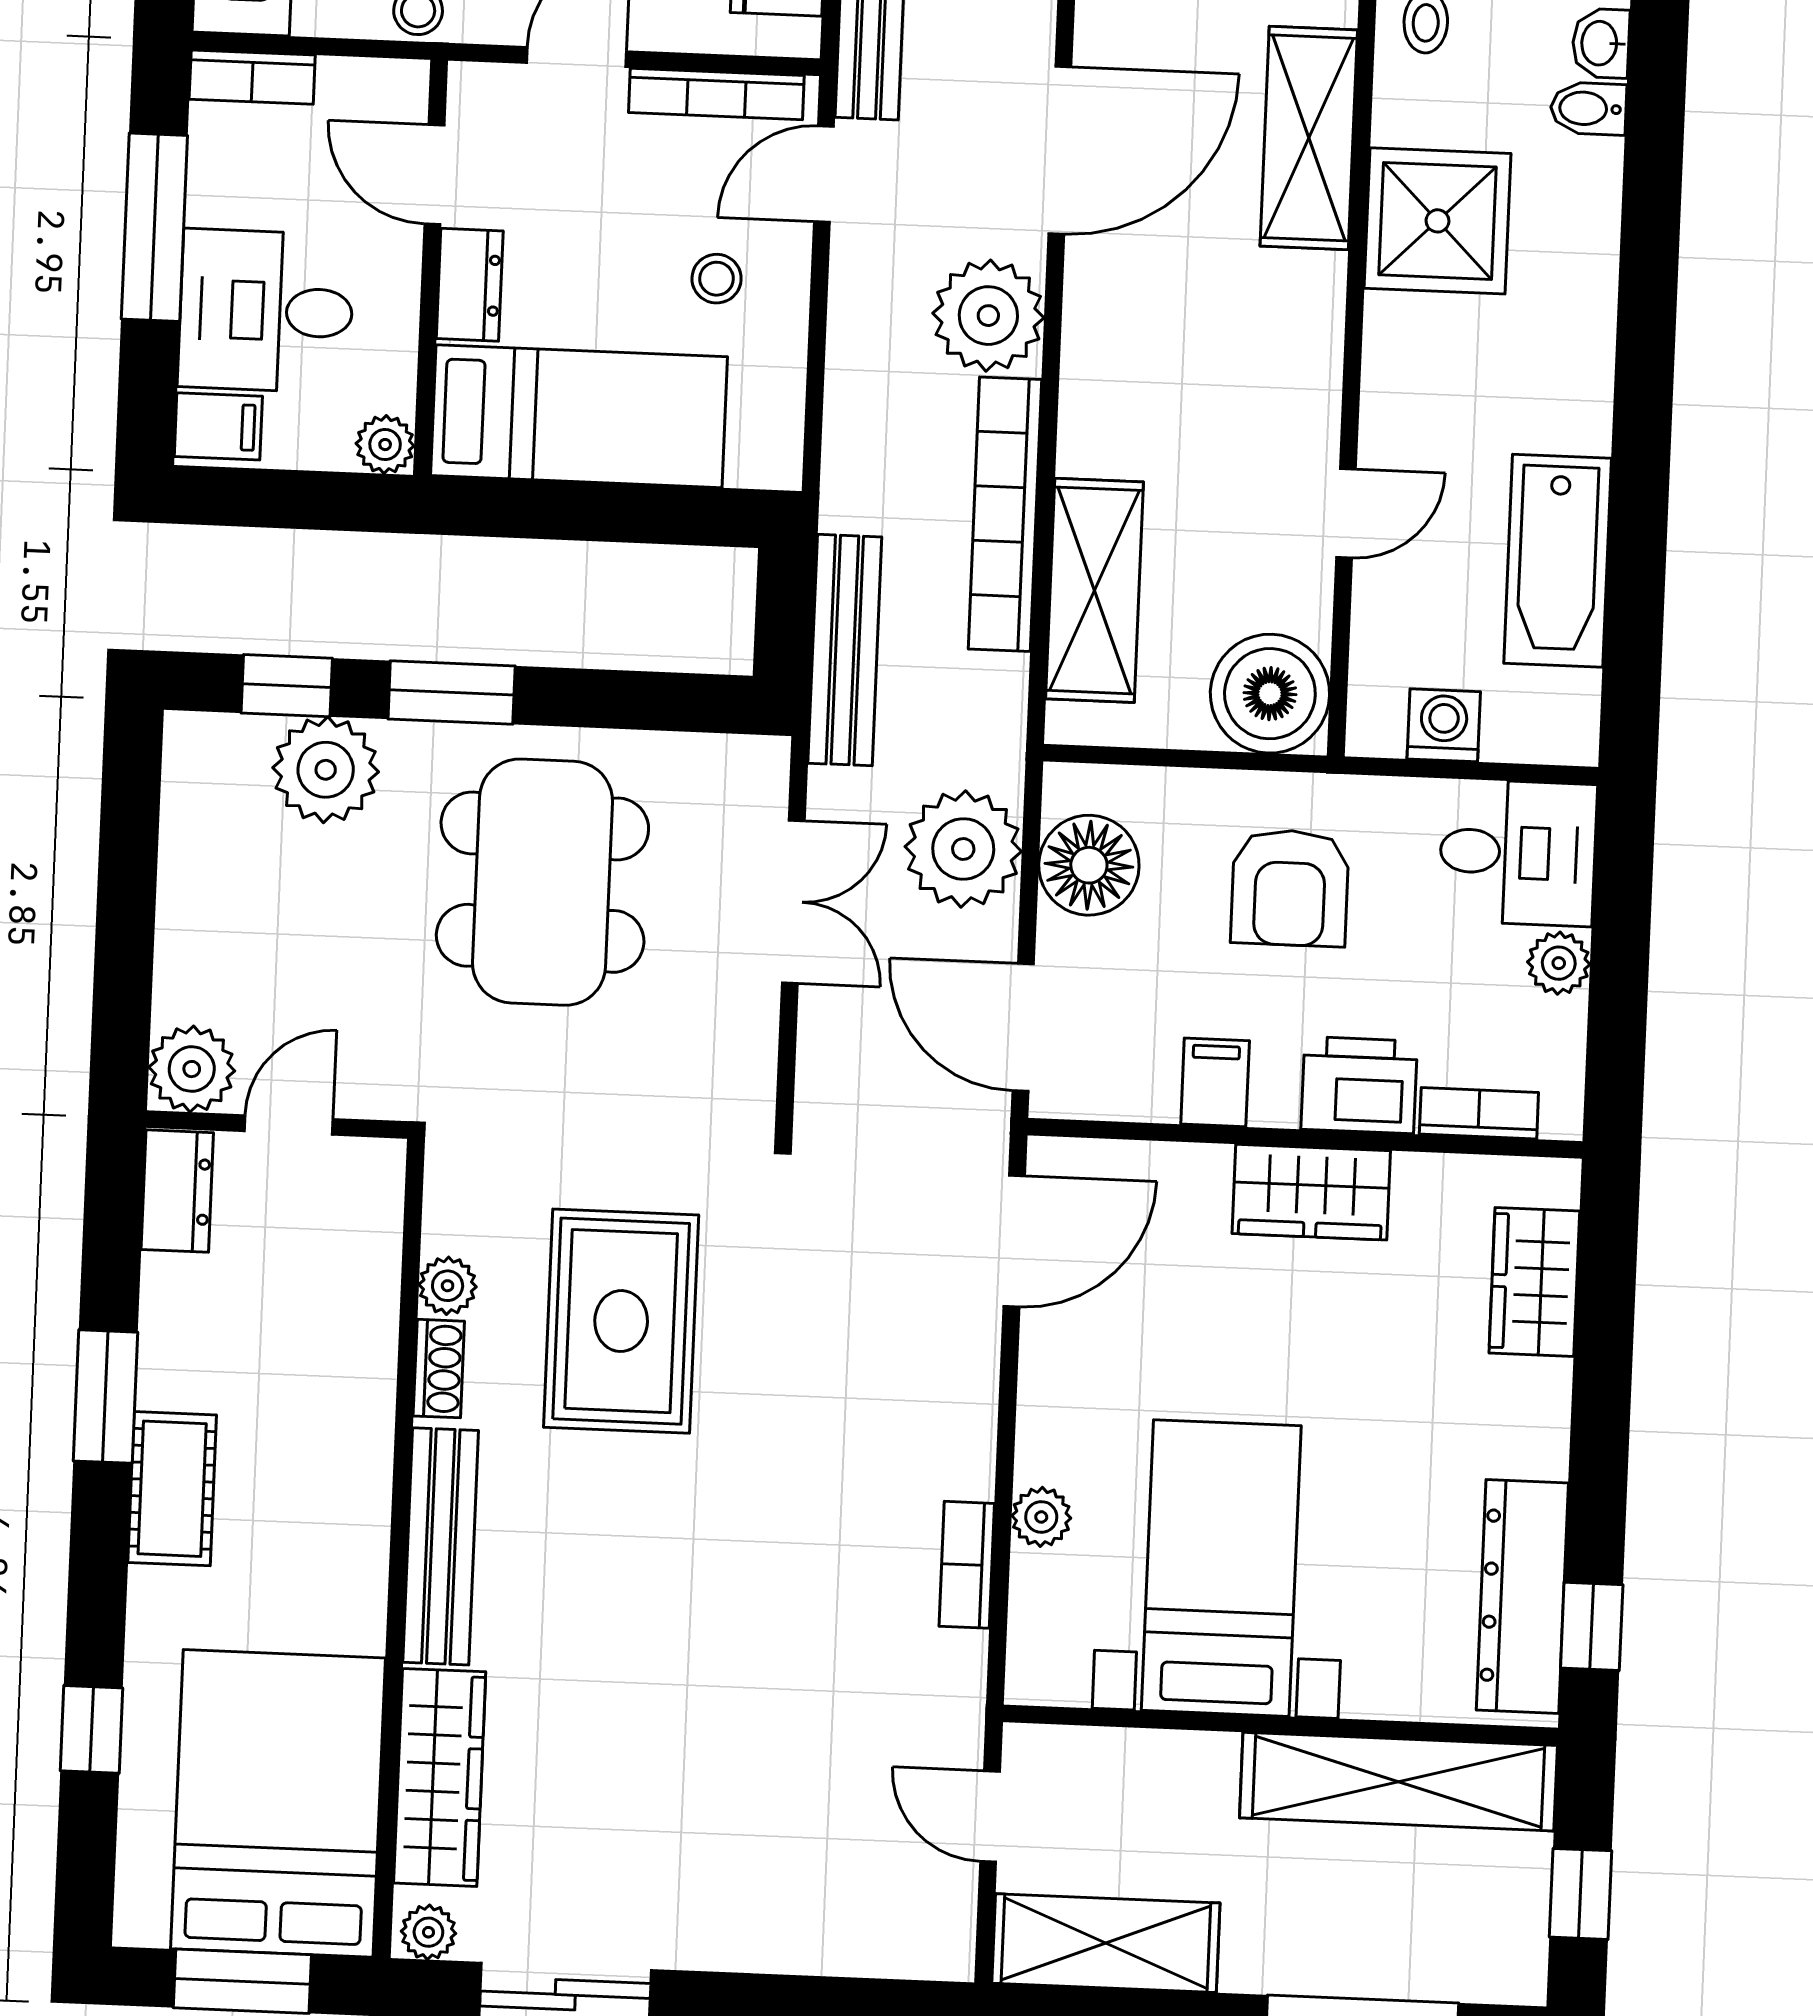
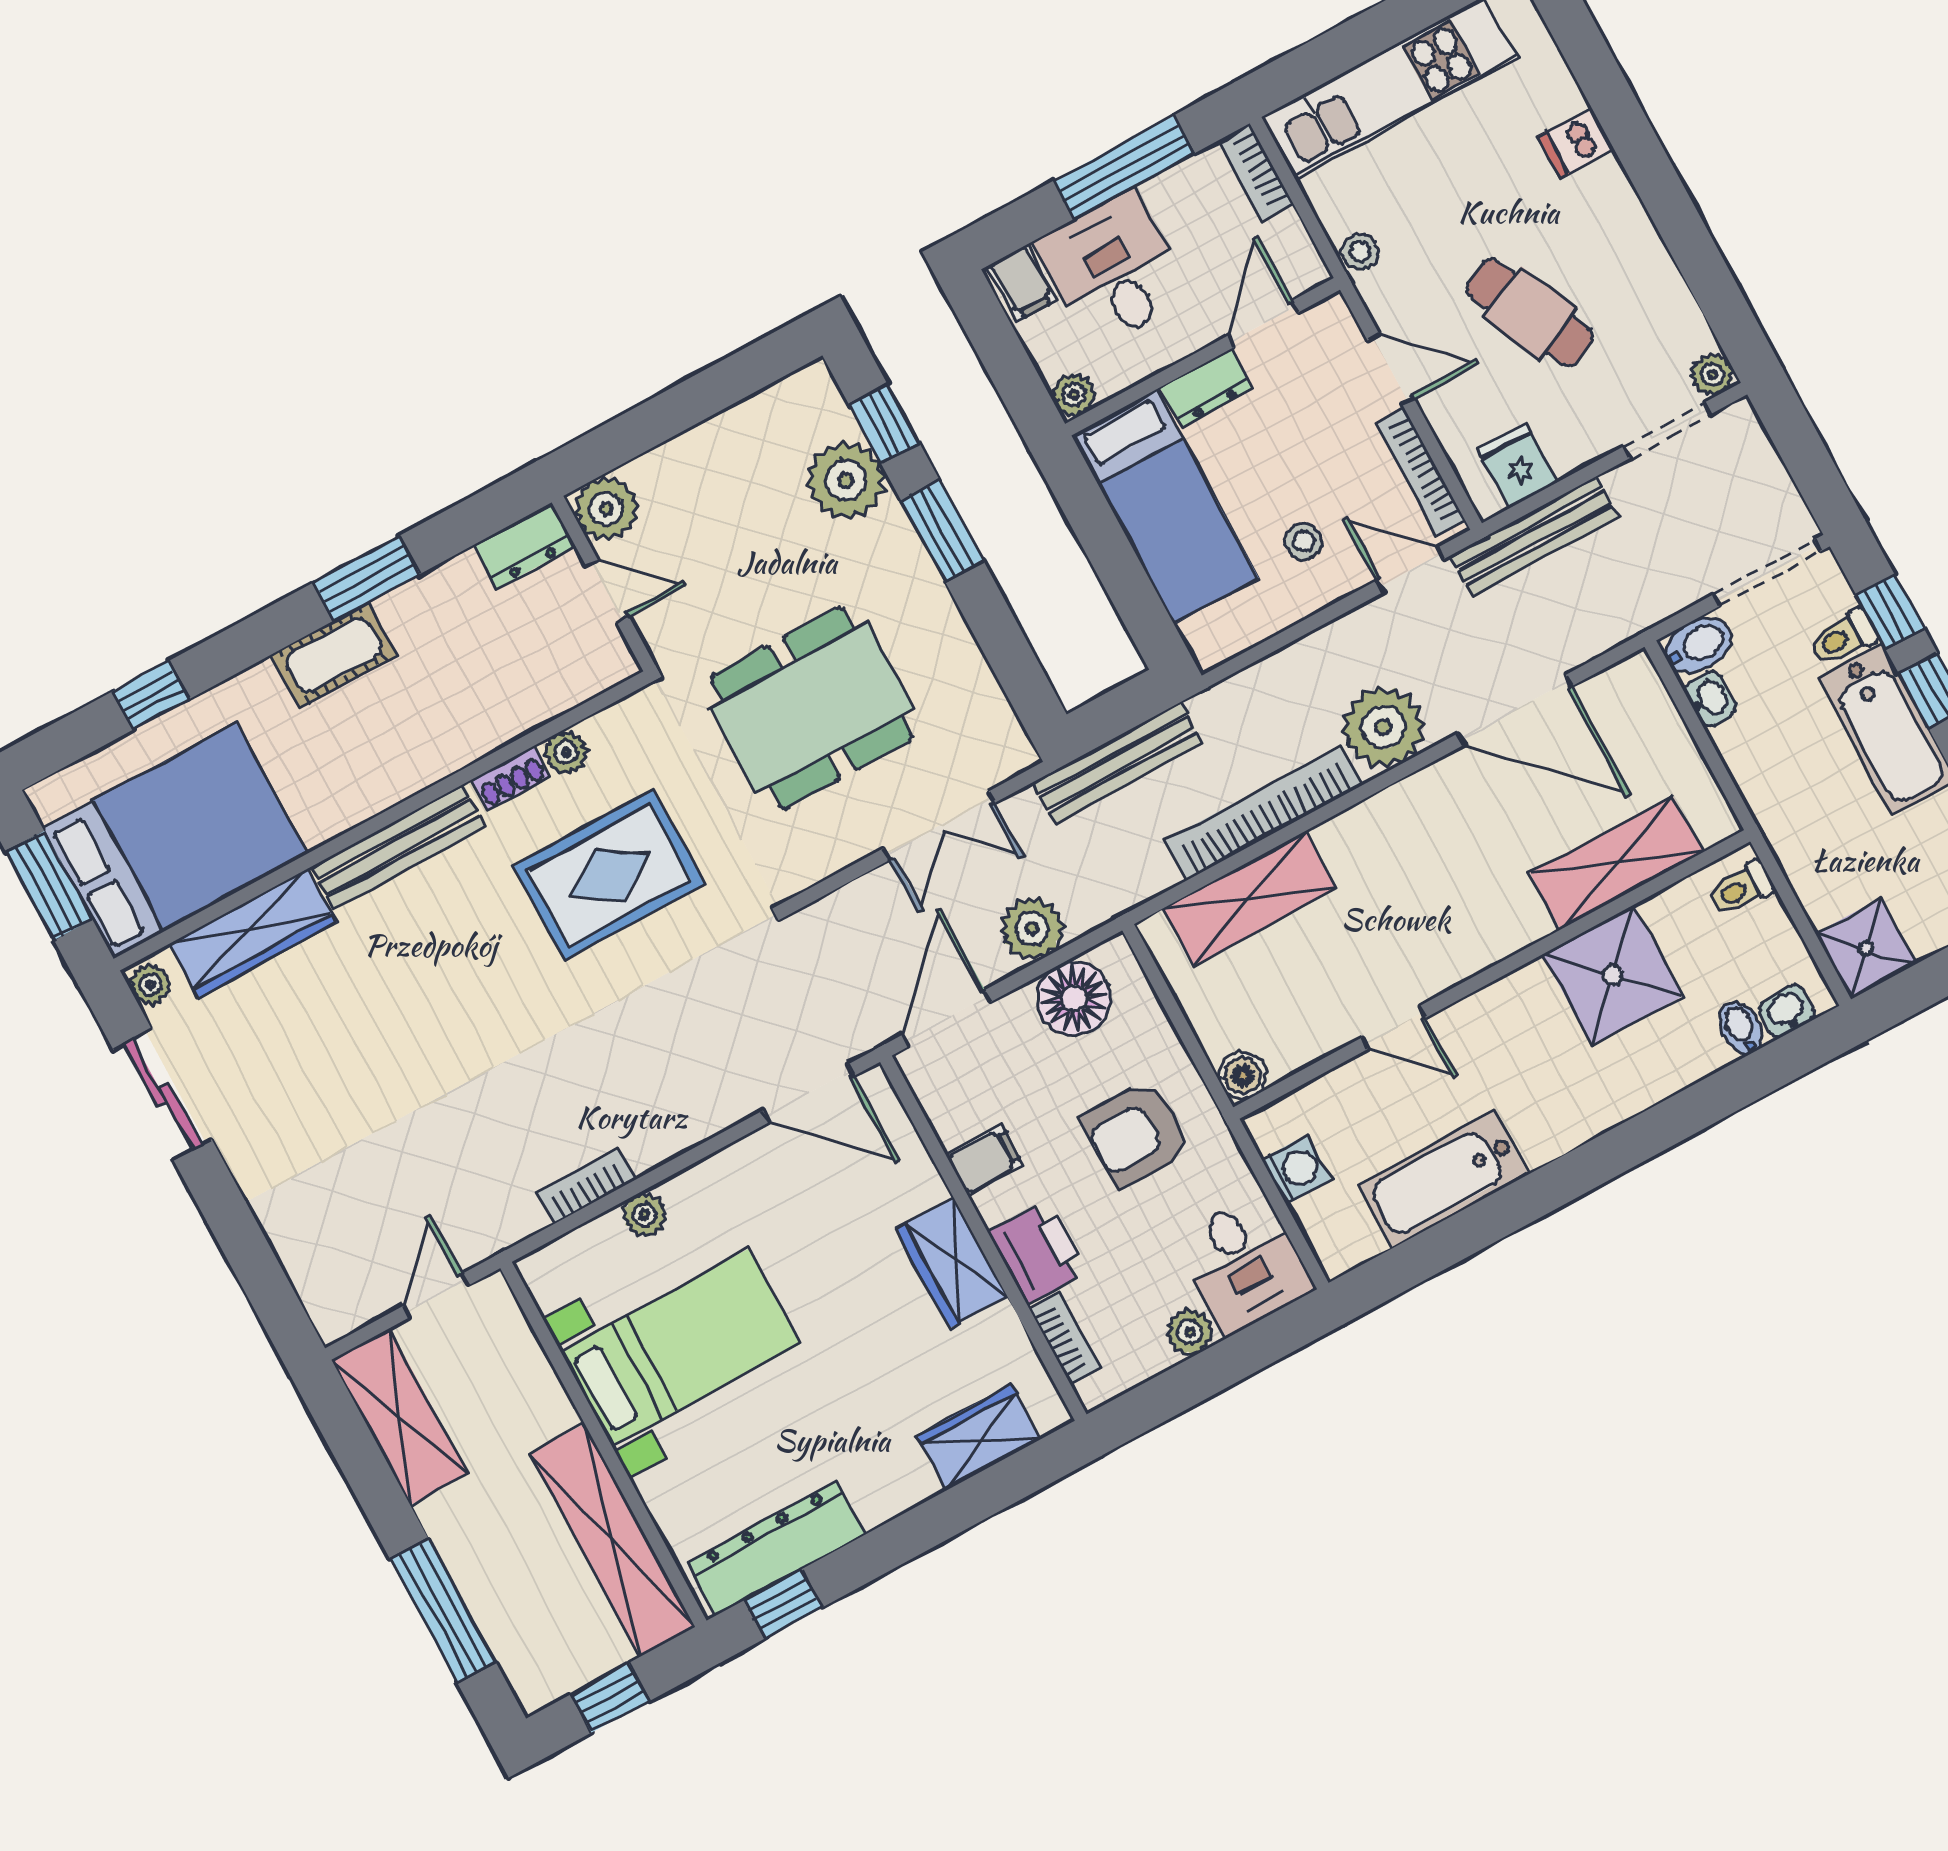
boiler: (1270, 694) -> (1243, 1075), width x0.54, depth x0.54
plant: (963, 849) -> (1032, 929), width x0.73, depth x0.73
dining table: (542, 882) -> (812, 708), moved

